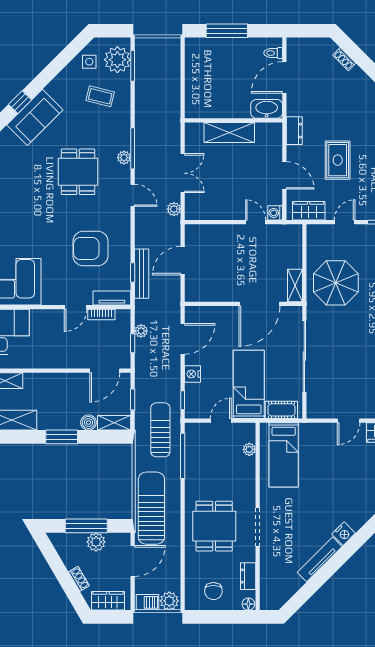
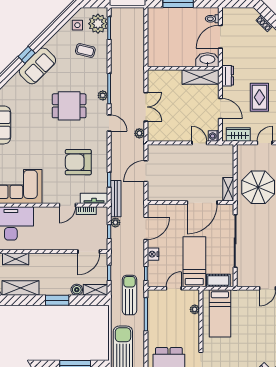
shelving: (229, 133) -> (201, 77), moved
dining table: (78, 172) -> (69, 106), turned 90
bench: (142, 274) -> (116, 199), moved

